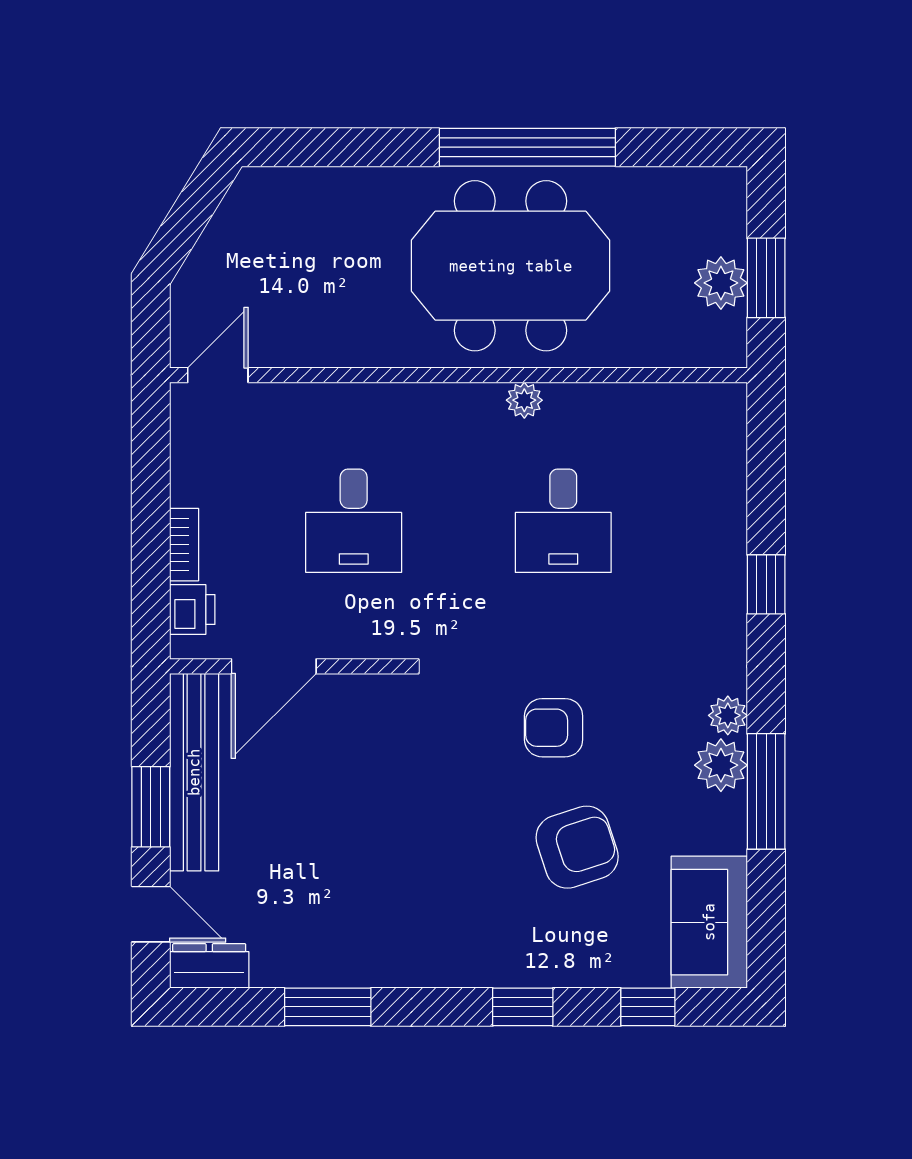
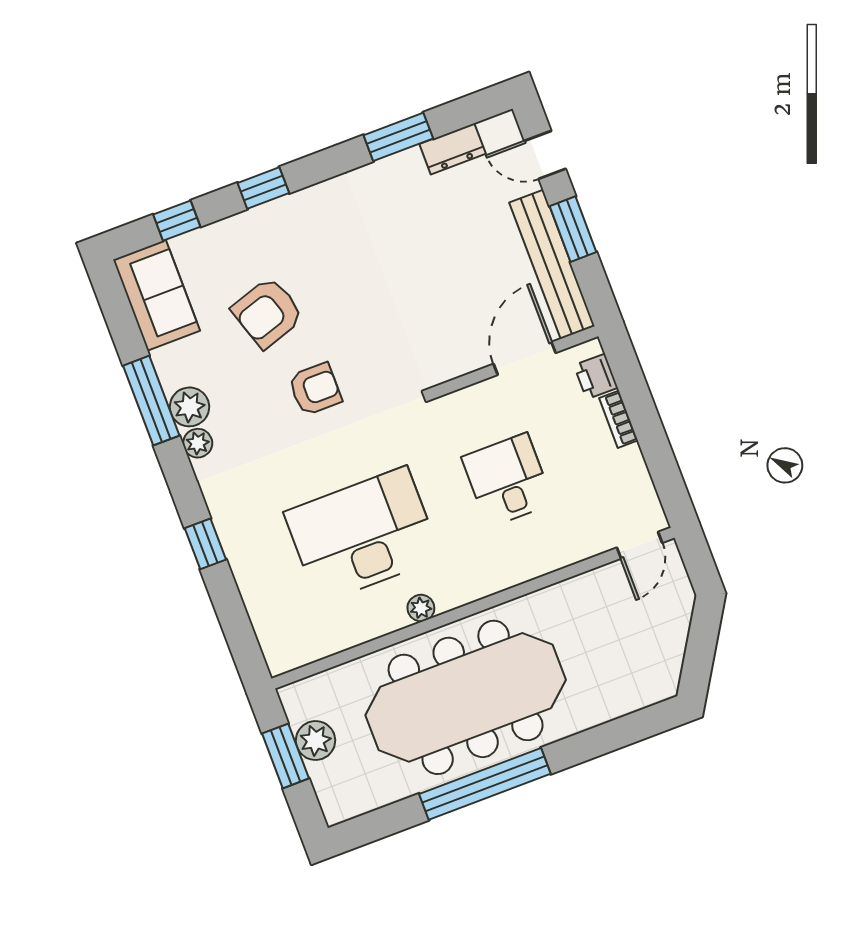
meeting table: (511, 266) -> (466, 697), width x1.36
desk: (563, 521) -> (362, 535), width x1.87, depth x1.30
dresser: (209, 966) -> (453, 149), moved

